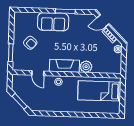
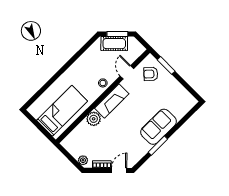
armchair: (30, 43) -> (151, 74), moved
door: (38, 73) -> (127, 72), hinge flipped
cot: (27, 98) -> (114, 44), added

